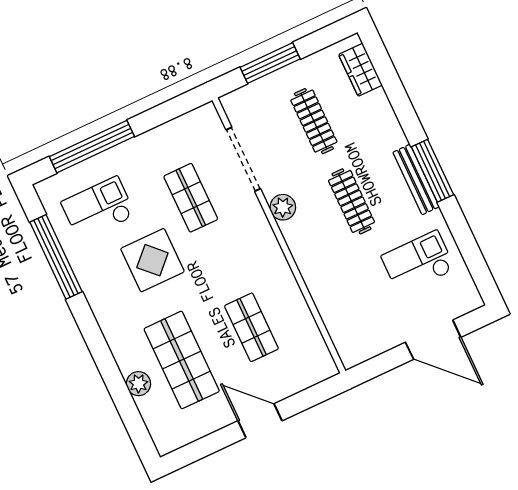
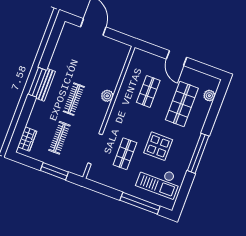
plant: (283, 207) -> (107, 96), moved
checkout: (98, 209) -> (159, 181), width x1.36, depth x1.21
window: (56, 257) -> (198, 153), moved
checkout: (418, 263) -> (72, 57), removed
plant: (139, 384) -> (209, 96), moved

